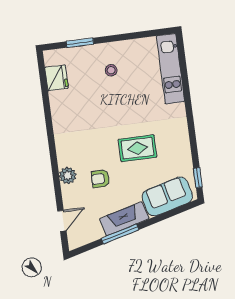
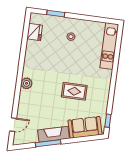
plant: (68, 175) -> (27, 83), moved
armchair: (101, 179) -> (45, 104), removed

